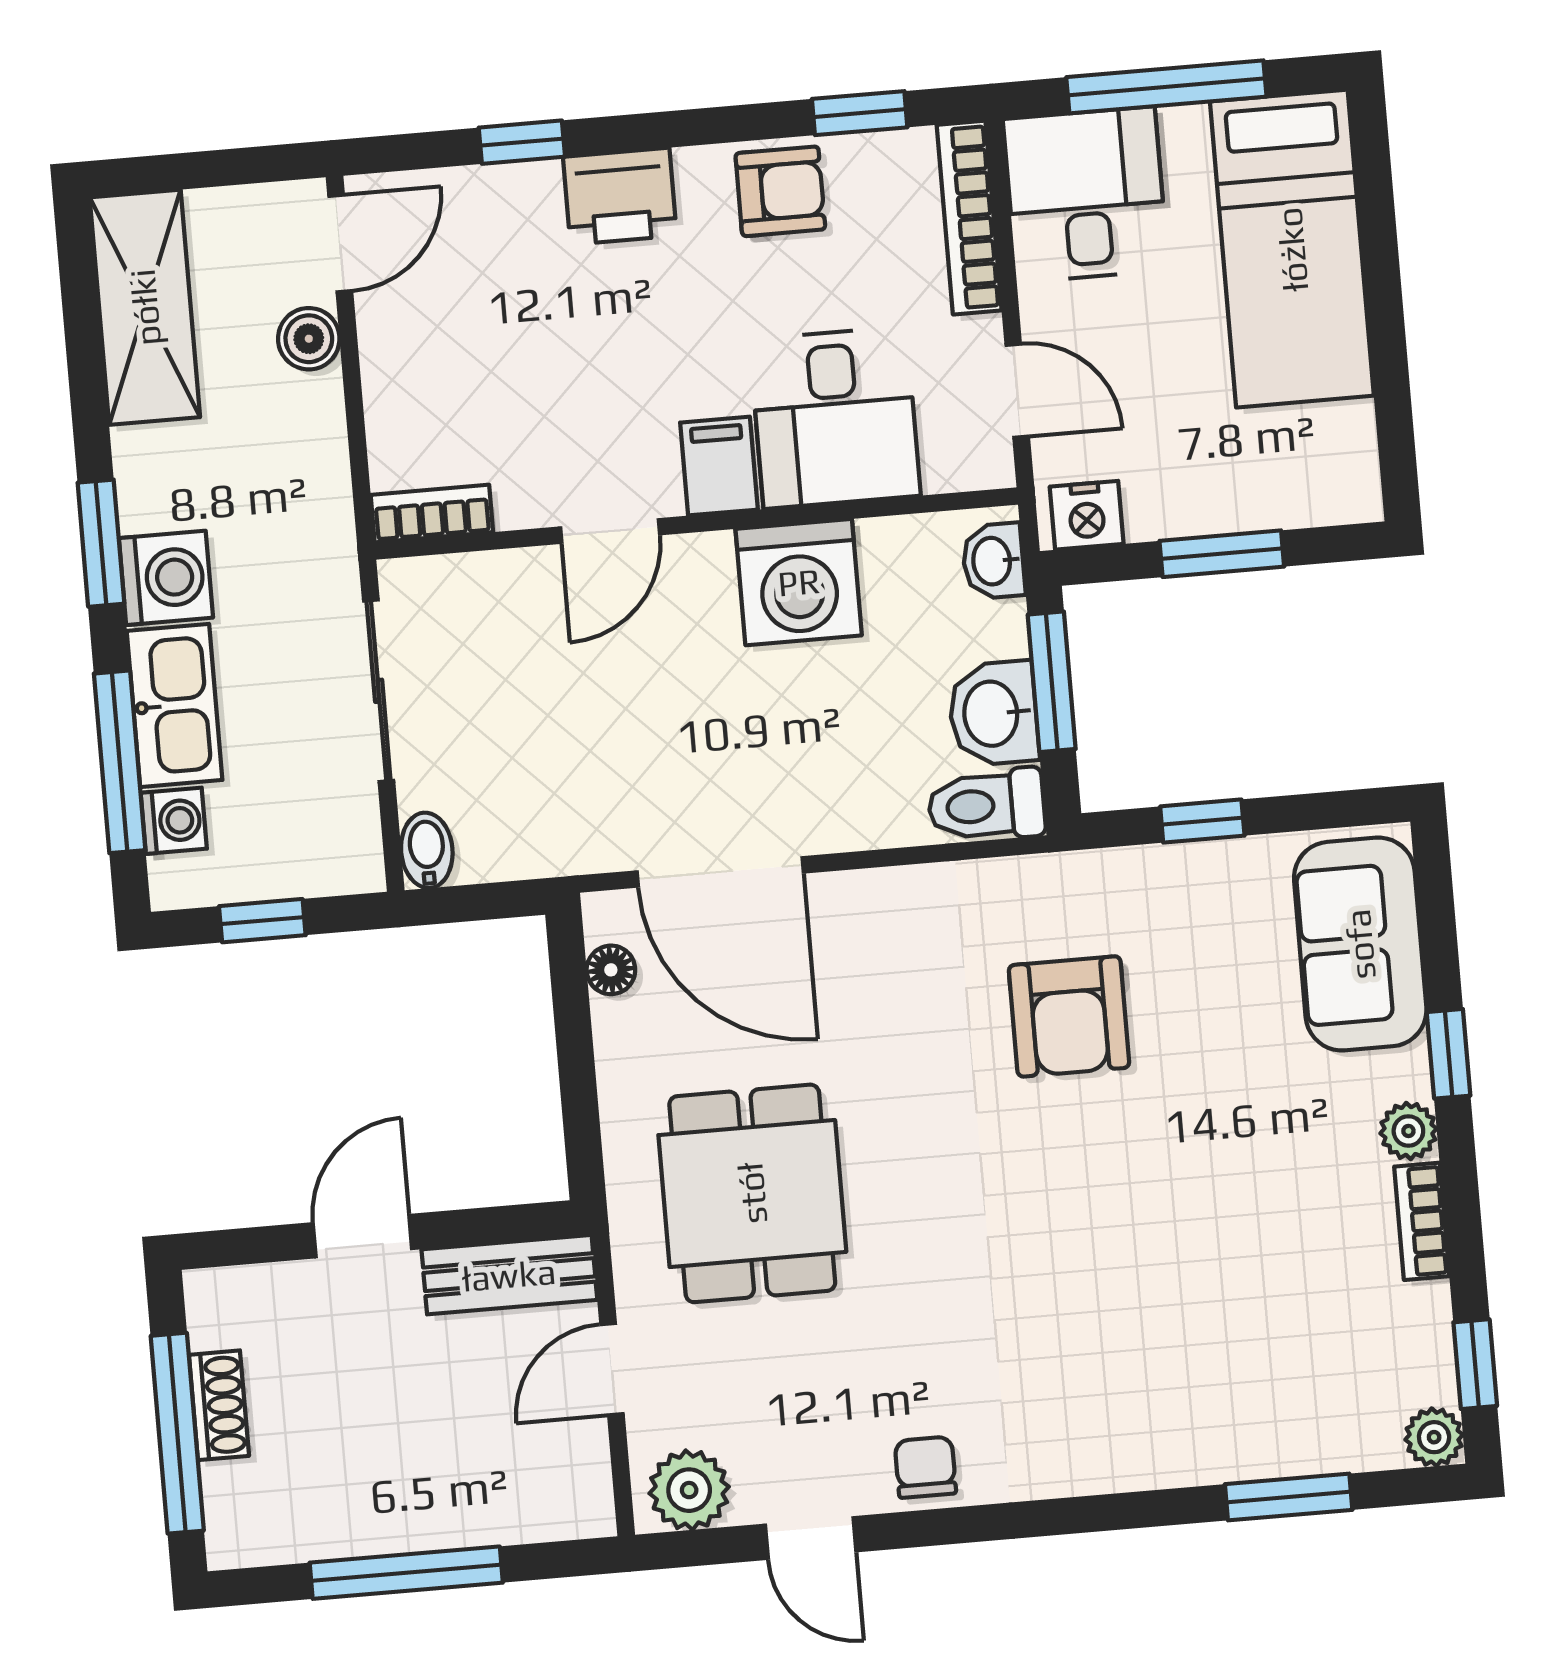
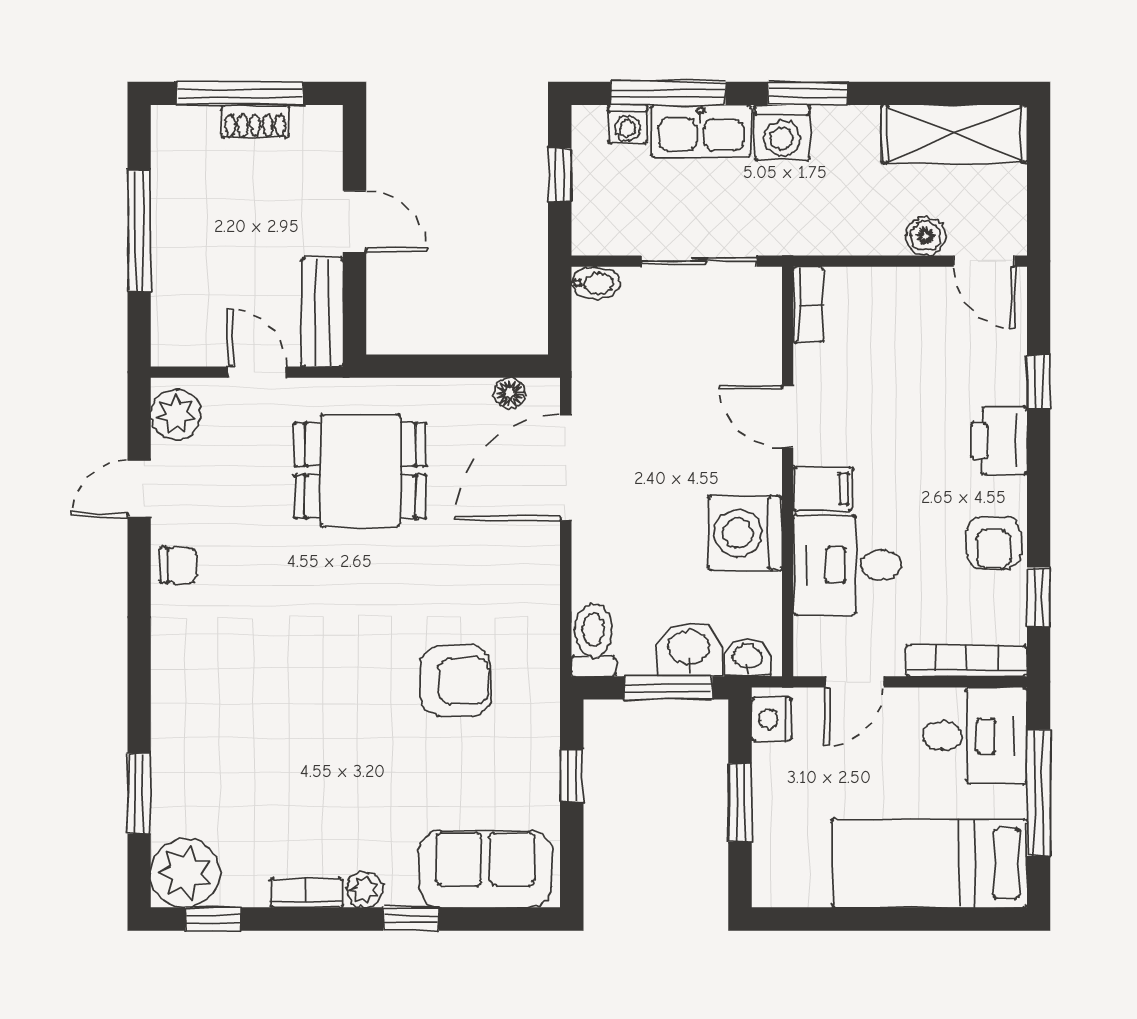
washbasin: (993, 713) -> (689, 649), moved
armchair: (1069, 1016) -> (455, 681), turned 180
plant: (1434, 1437) -> (185, 873), width x1.87, depth x1.87

